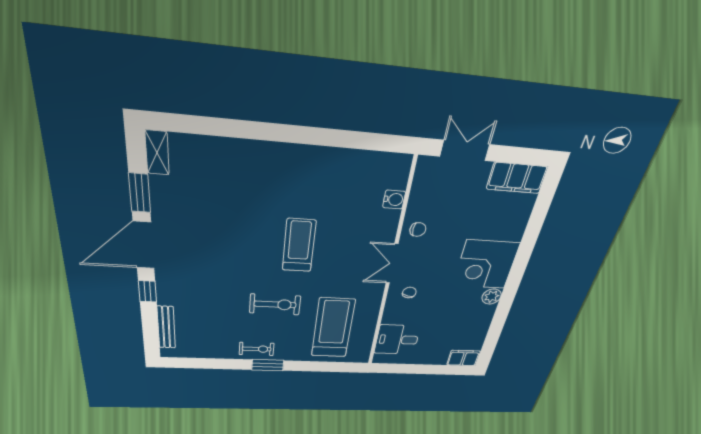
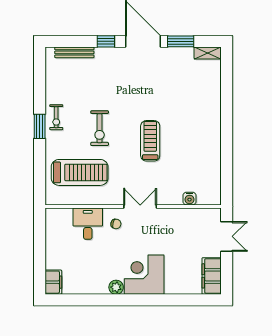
chair: (418, 229) -> (169, 219), removed
treadmill: (299, 245) -> (150, 141), turned -90
desk: (397, 340) -> (88, 224), moved

